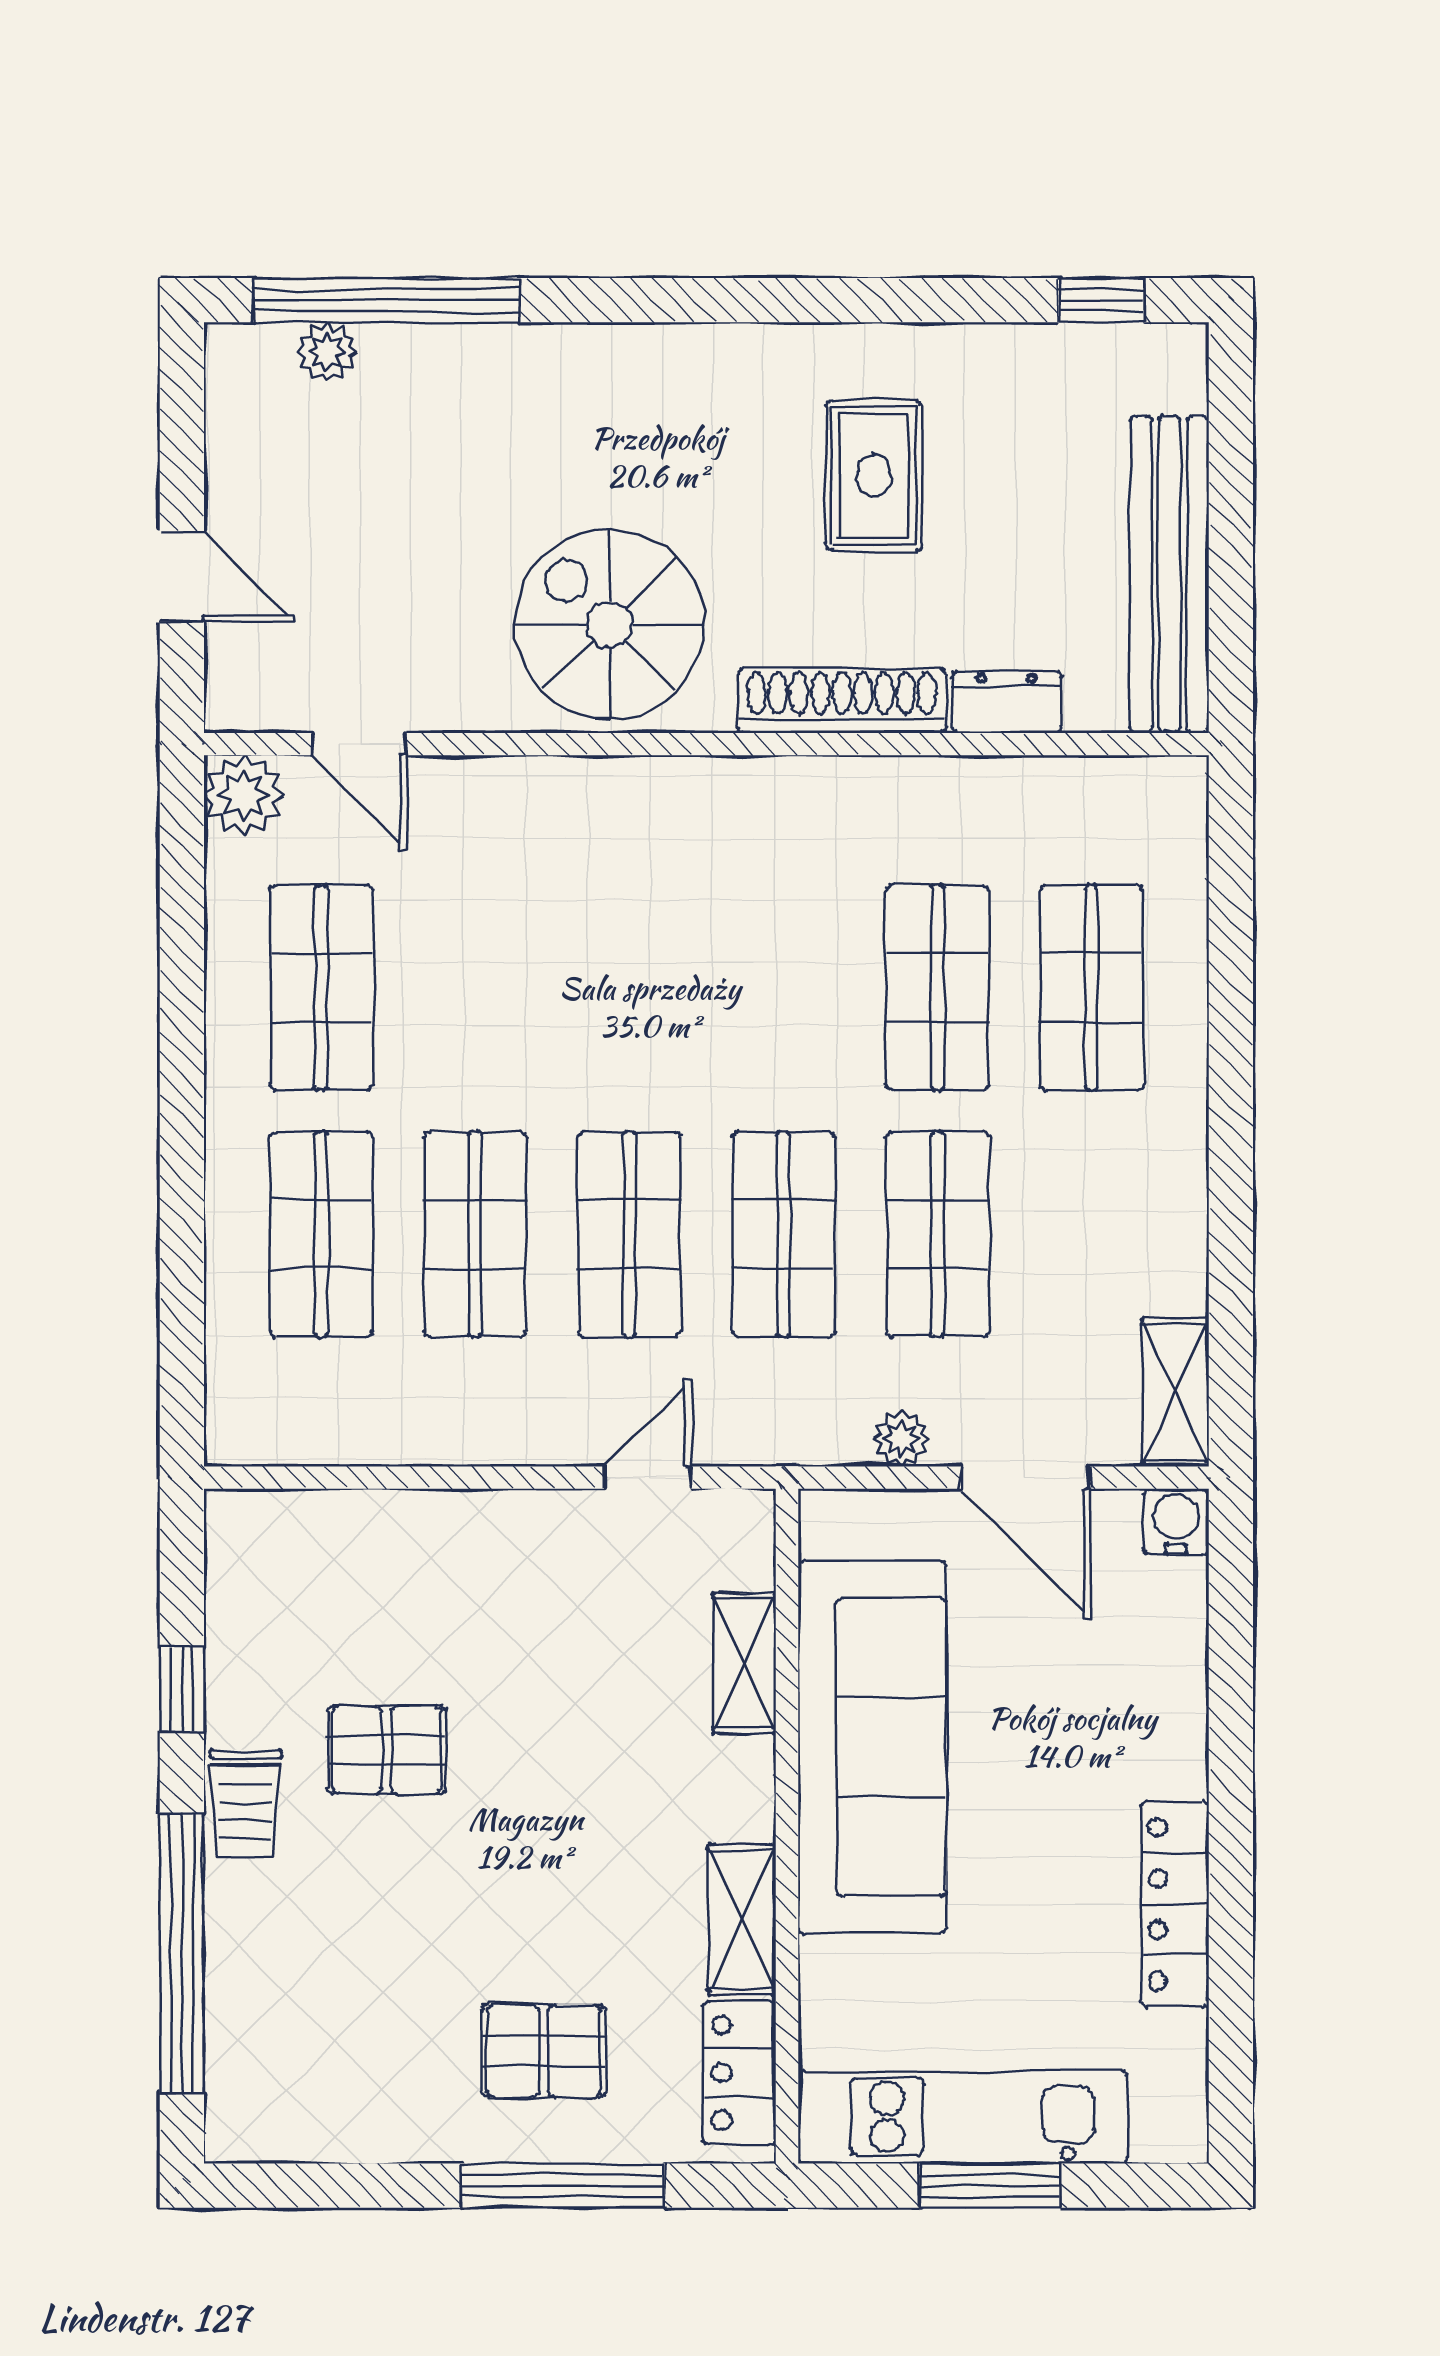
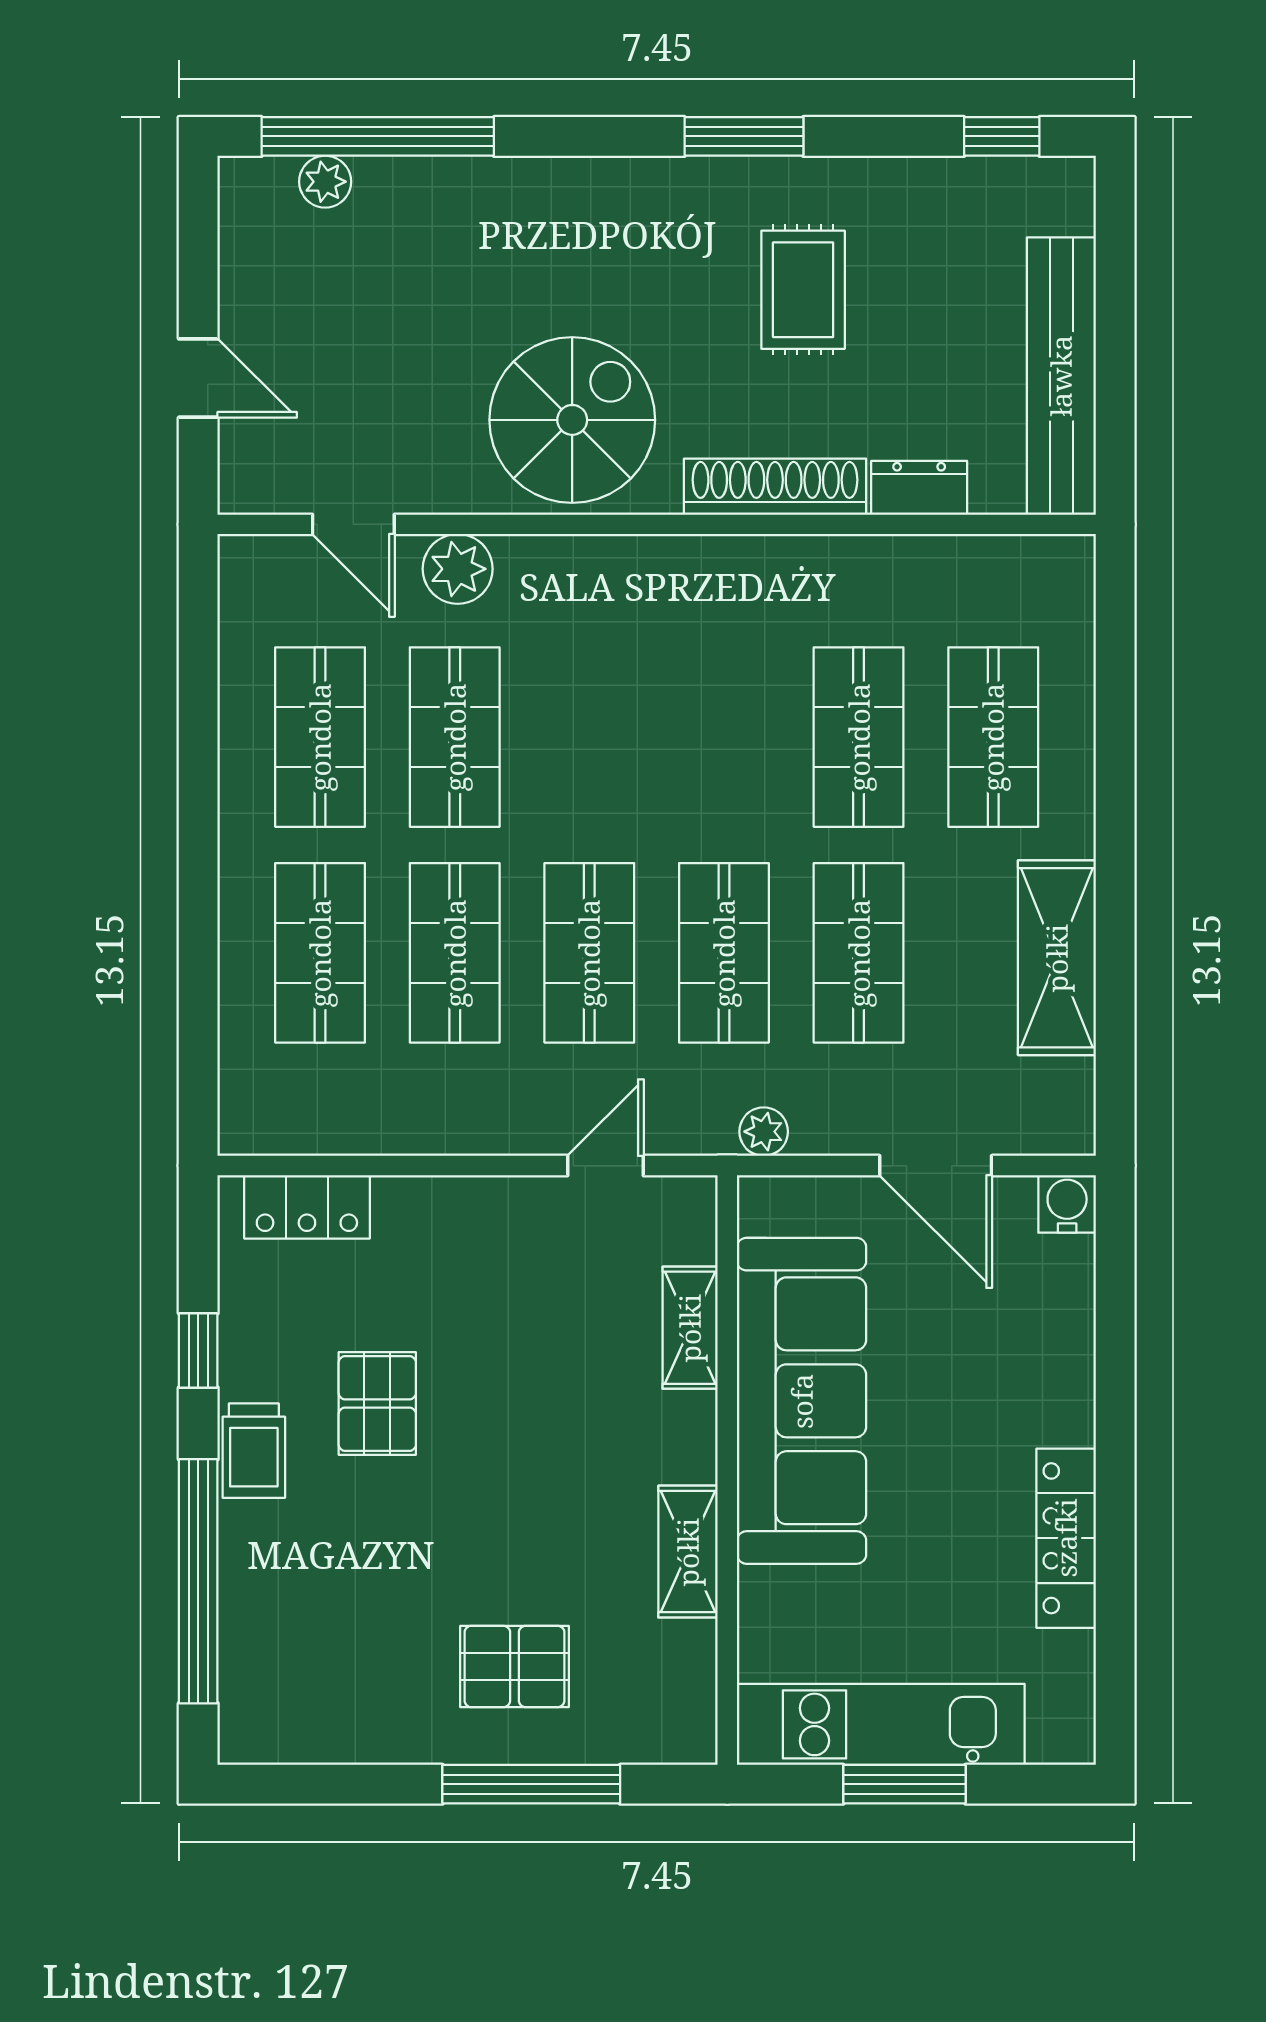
window: (806, 300) -> (744, 136), added
spiral stairs: (610, 625) -> (572, 420), turned 90
plant: (244, 795) -> (458, 569), moved
shop shelf: (475, 987) -> (455, 737), added
shelving: (1175, 1392) -> (1057, 958), moved, width x1.50, depth x1.33
plant: (902, 1439) -> (764, 1132), moved
pallet: (387, 1750) -> (377, 1403), turned 90
locker: (740, 2072) -> (307, 1207), moved, turned -90

